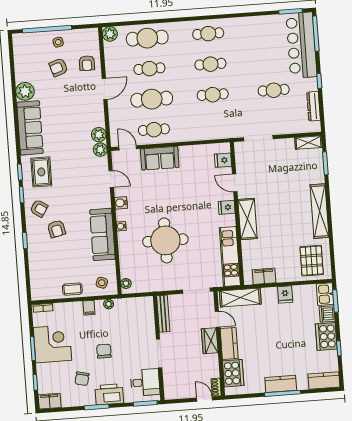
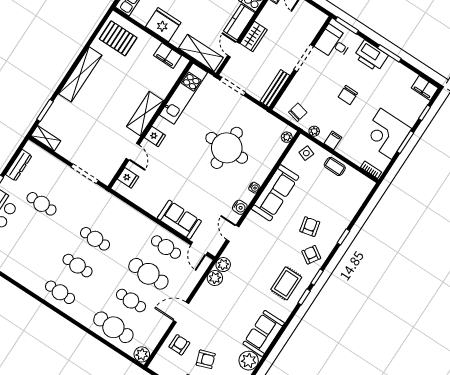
sofa: (30, 128) -> (264, 333), width x0.73
pallet: (312, 261) -> (118, 38), turned 90
fridge: (285, 294) -> (163, 25), width x1.88, depth x1.34
chair: (82, 379) -> (298, 112), moved

